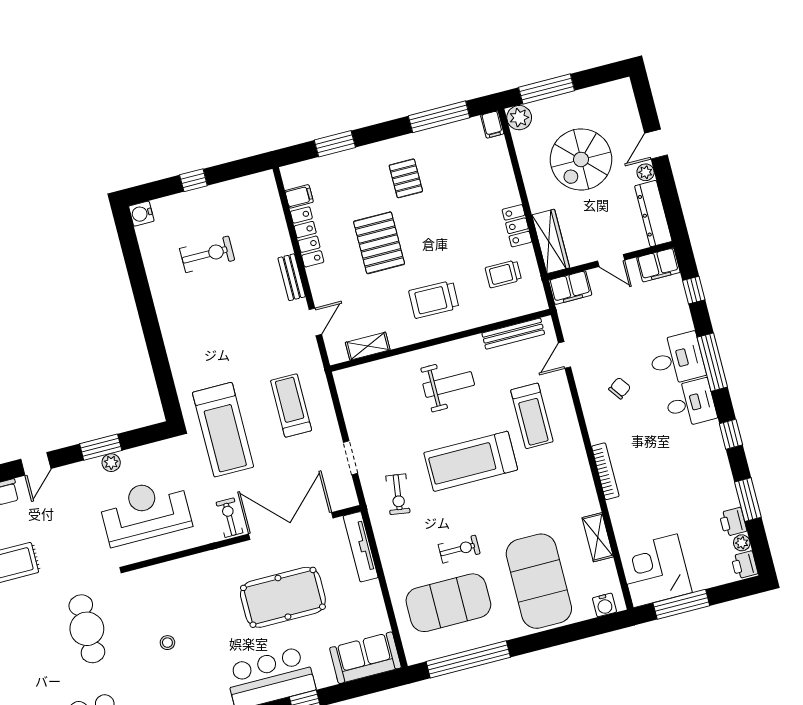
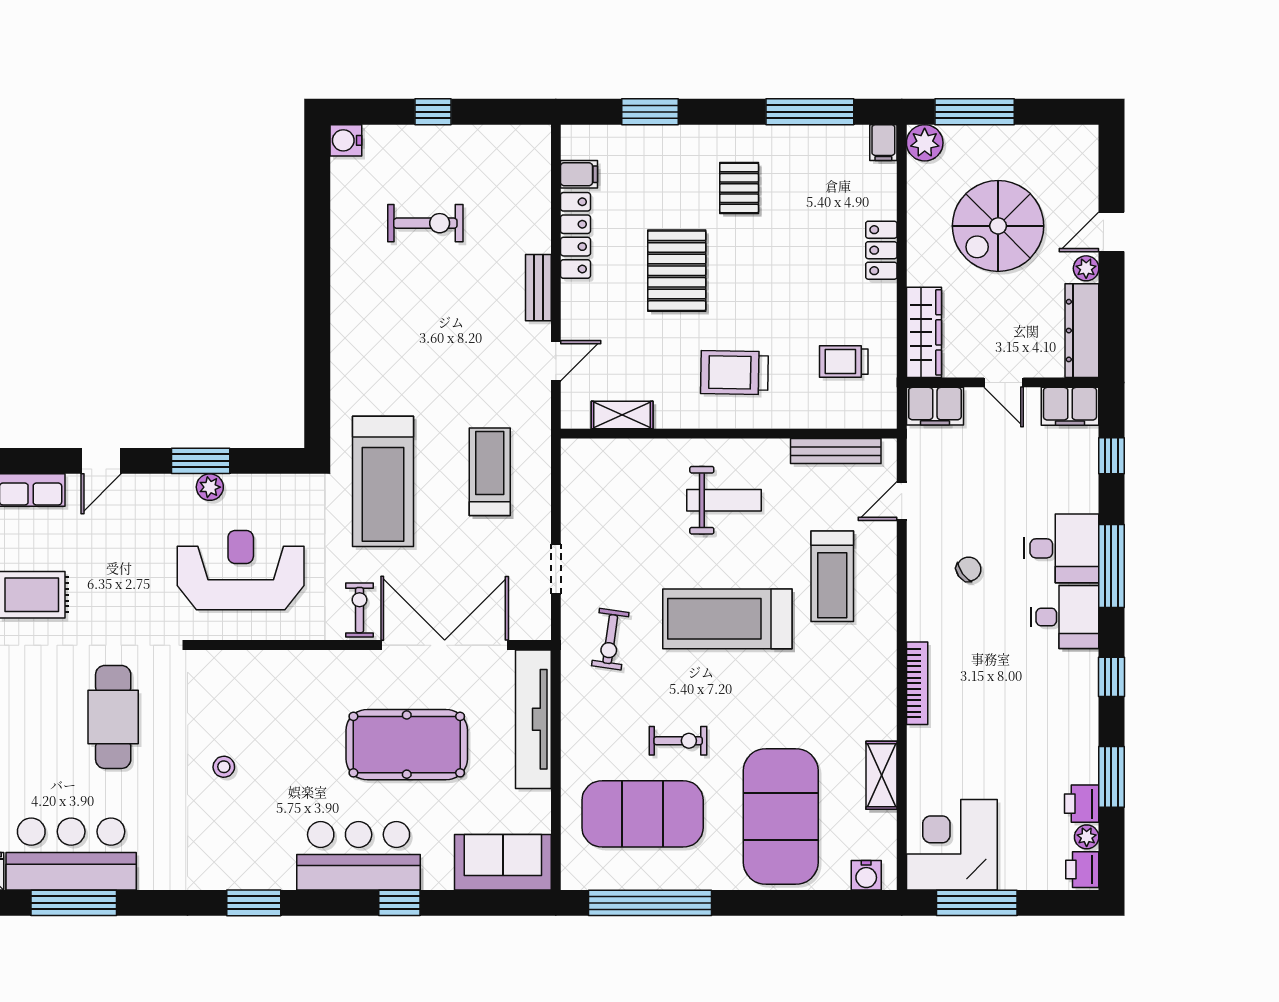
locker: (517, 226) -> (881, 250), moved
tv unit: (361, 547) -> (533, 719), width x1.36, depth x1.29

